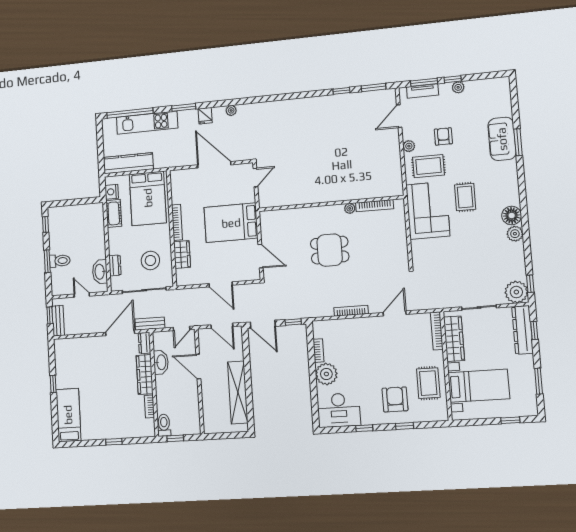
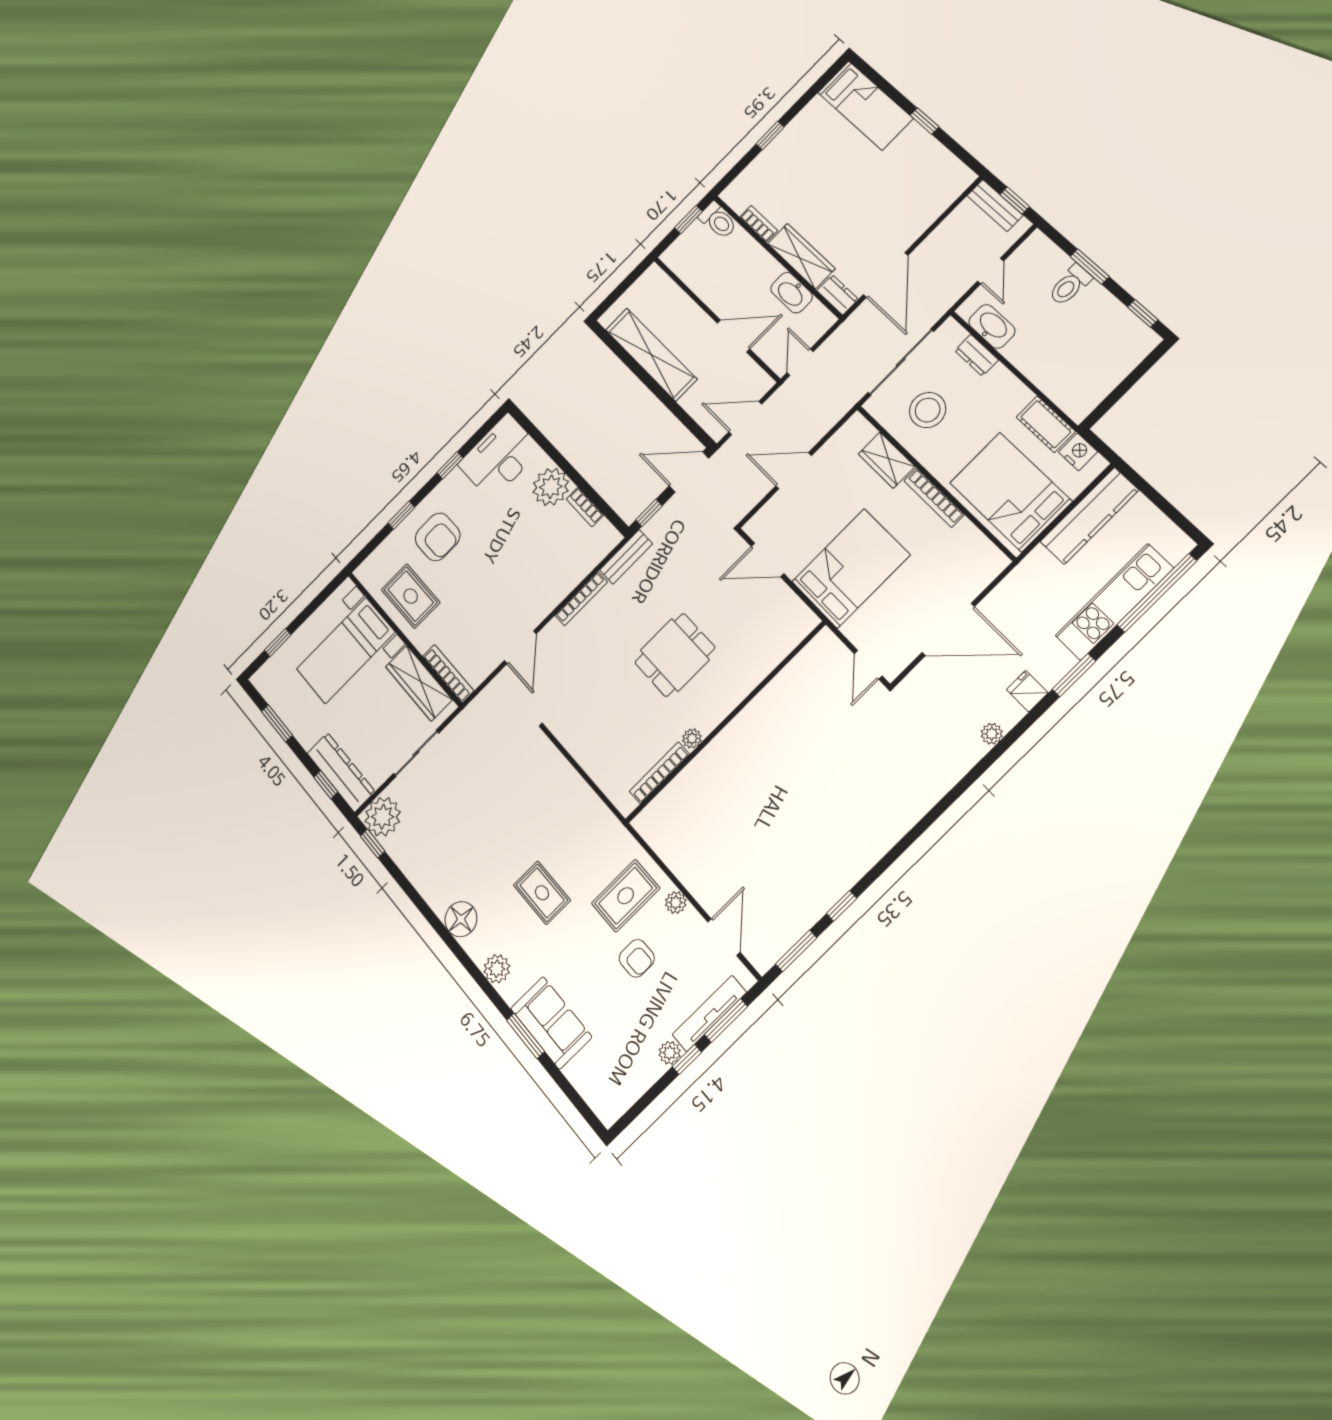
tv unit: (423, 91) -> (709, 1013), width x1.41
corner sofa: (428, 210) -> (580, 830), removed
plant: (515, 234) -> (497, 969), moved
door: (82, 295) -> (991, 271), hinge flipped
bench: (150, 324) -> (626, 557), moved

